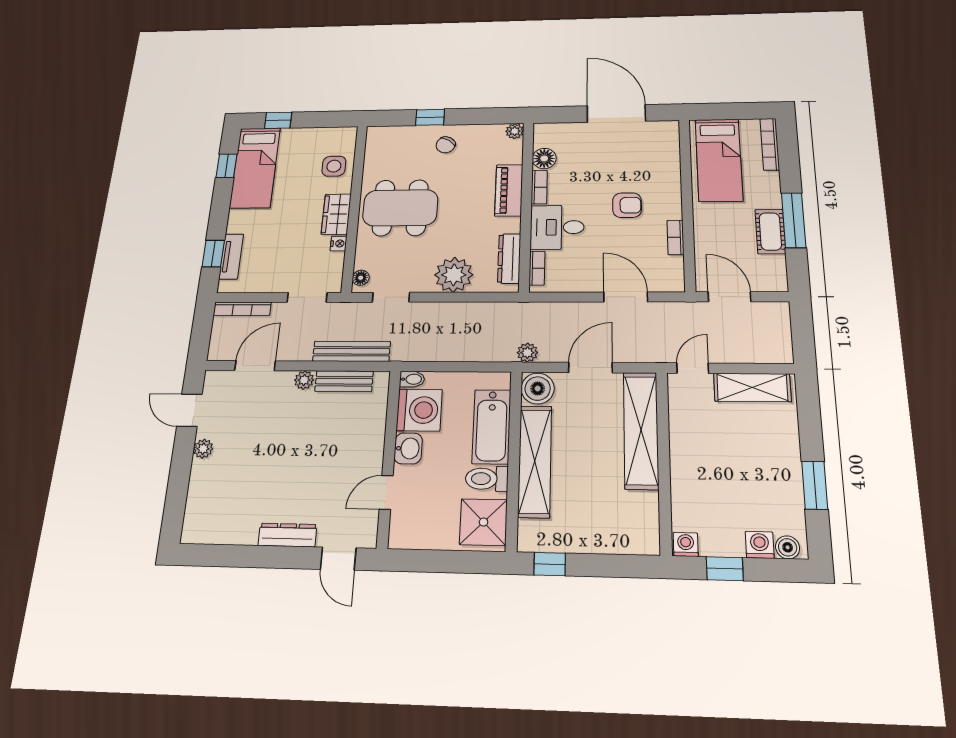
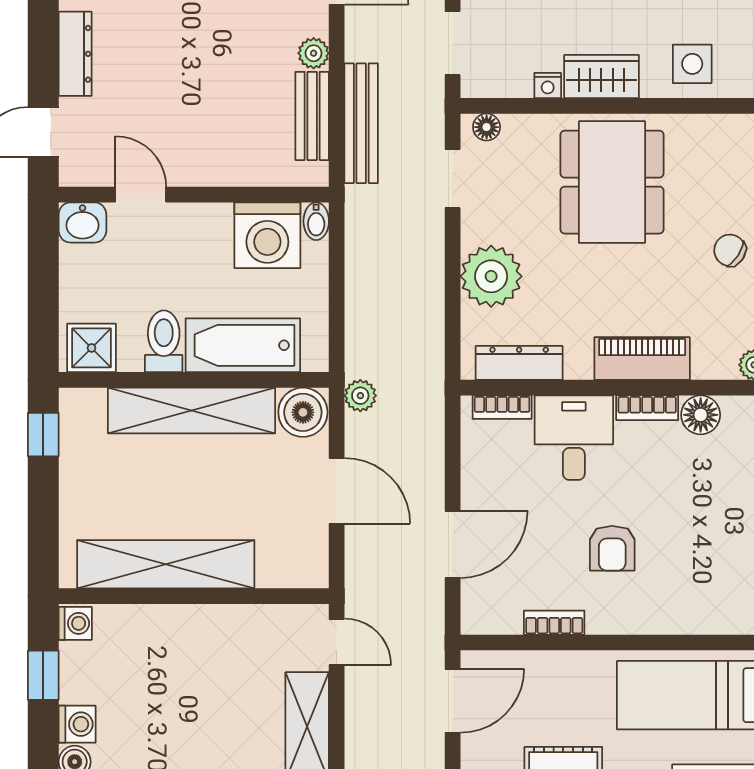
shelving: (641, 430) -> (166, 564), moved
washbasin: (408, 448) -> (82, 222), moved
shower: (484, 522) -> (92, 348), width x0.73, depth x0.73

